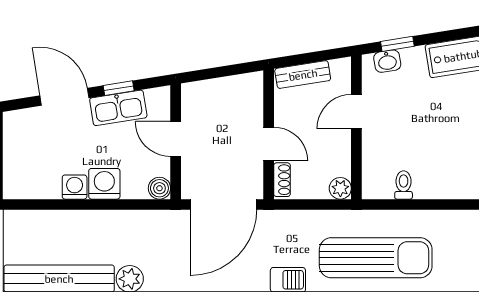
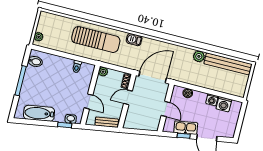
door: (356, 112) -> (89, 101), hinge flipped
door: (269, 144) -> (128, 97), hinge flipped
washing machine: (104, 184) -> (224, 104), moved
boiler: (159, 188) -> (188, 93), moved
sun lounger: (376, 258) -> (96, 40), turned 180

